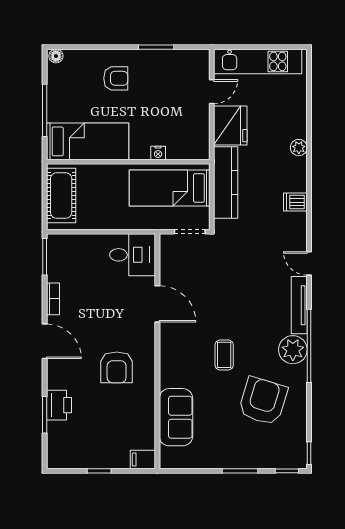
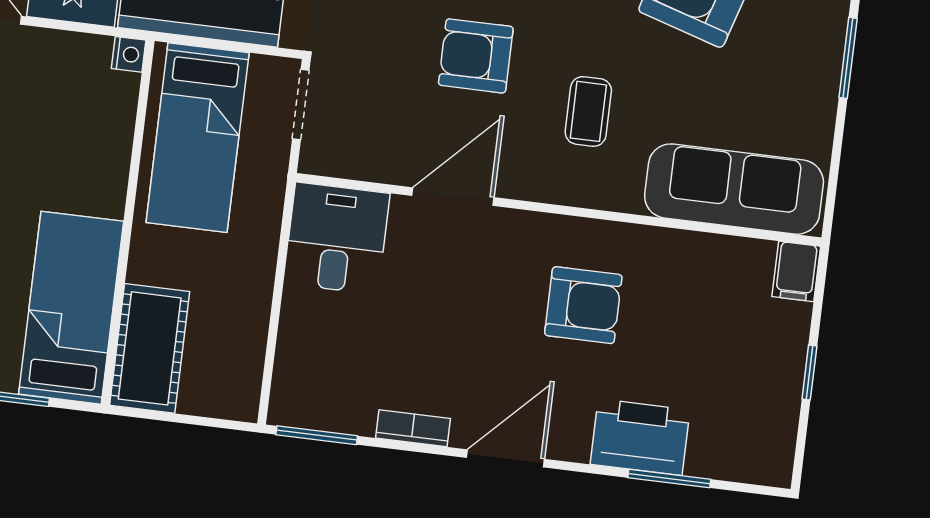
nightstand: (158, 153) -> (129, 54), moved
cot: (61, 196) -> (150, 348), moved, turned 90
armchair: (221, 306) -> (476, 56), added
coffee table: (224, 355) -> (588, 111), moved, turned 90
printer: (59, 405) -> (640, 437), width x1.37, depth x1.19
sofa: (176, 417) -> (734, 189), width x1.36

